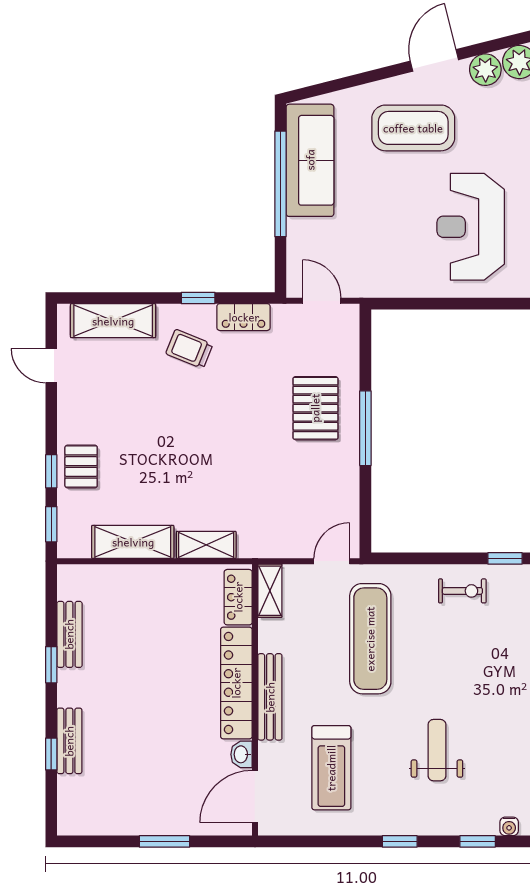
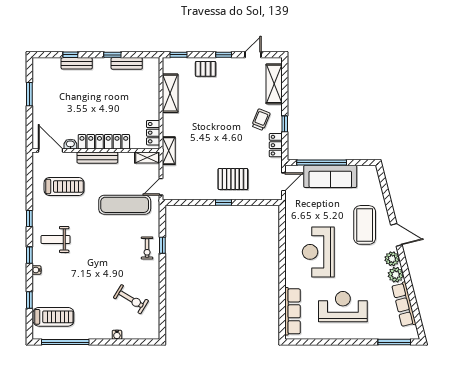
sofa: (310, 160) -> (330, 176), moved
window: (280, 184) -> (322, 163), moved
reception desk: (471, 227) -> (318, 252), turned -90
window: (365, 428) -> (224, 202), width x0.46
window: (51, 471) -> (224, 55), moved
shelving: (206, 545) -> (169, 151), moved
window: (505, 558) -> (162, 245), moved
door: (332, 561) -> (161, 187), swing flipped
locker: (238, 597) -> (153, 133), moved, turned -90
weight bench: (437, 750) -> (56, 239), moved, turned 180
treadmill: (331, 768) -> (64, 186), turned 180
window: (165, 841) -> (29, 94), moved

